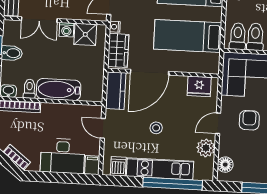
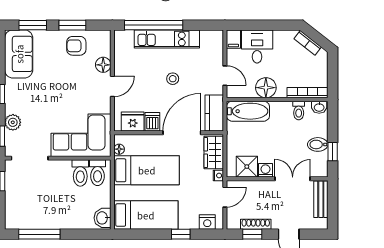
floor lamp: (214, 59) -> (119, 149), added
bathtub: (59, 90) -> (248, 111), moved
floor lamp: (62, 114) -> (266, 88), added
armchair: (249, 120) -> (76, 46), moved, turned 90
plant: (206, 148) -> (123, 62), removed
desk: (63, 156) -> (257, 46), width x0.73
floor lamp: (225, 165) -> (103, 65), moved
dishwasher: (118, 166) -> (152, 122), moved, turned 180

